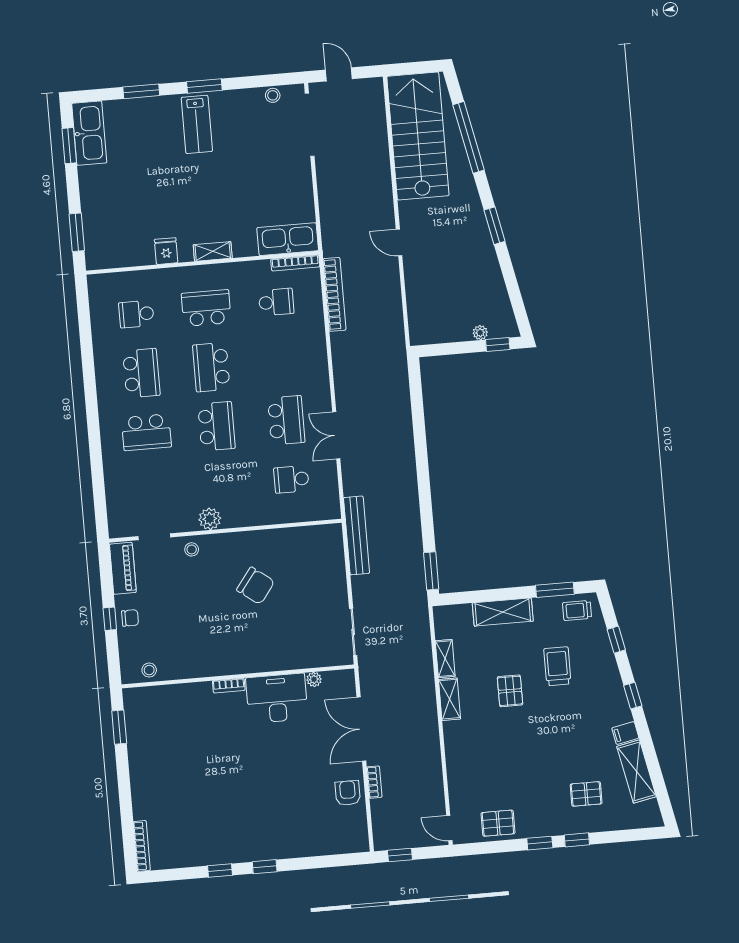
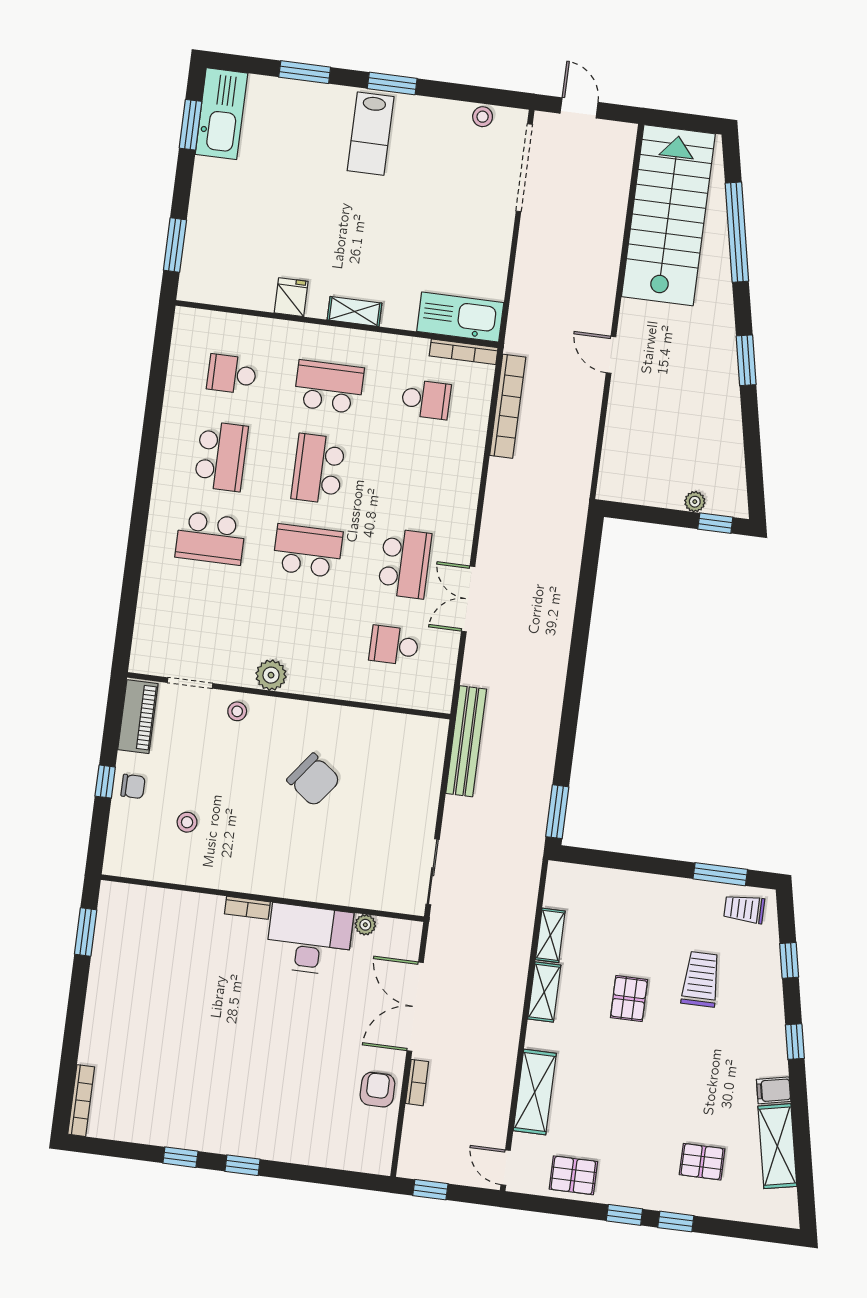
school desk: (216, 426) -> (308, 551), turned -90
shelving: (503, 612) -> (535, 1092), moved, turned 90
stool: (149, 670) -> (187, 822), moved

